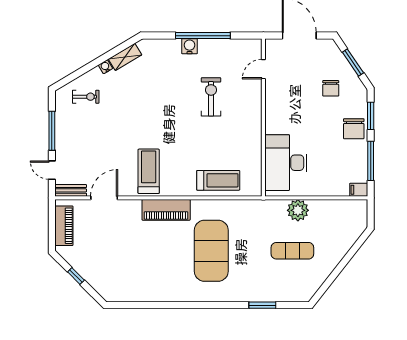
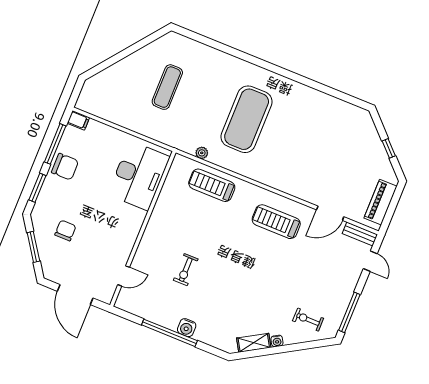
exercise bike: (211, 97) -> (186, 270), width x0.73, depth x0.72
chair: (354, 129) -> (65, 167), moved, turned 90
window: (52, 131) -> (349, 312), moved
treadmill: (149, 171) -> (276, 222), turned 90
piano: (166, 210) -> (274, 177), removed
plant: (298, 210) -> (202, 153), moved, width x0.53, depth x0.53
exercise mat: (292, 251) -> (167, 87), turned 90
window: (262, 305) -> (218, 46), removed

